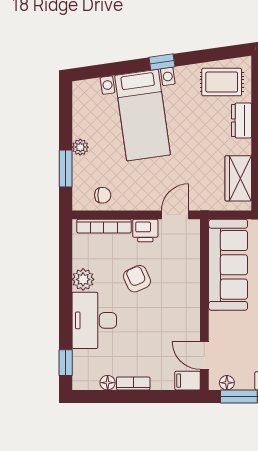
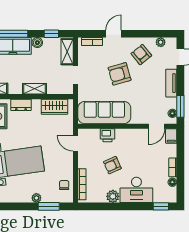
printer: (145, 231) -> (107, 135), moved, turned 90

